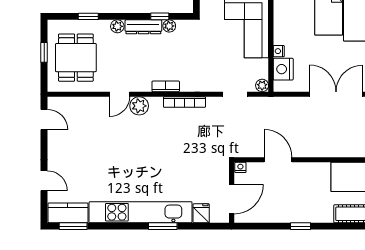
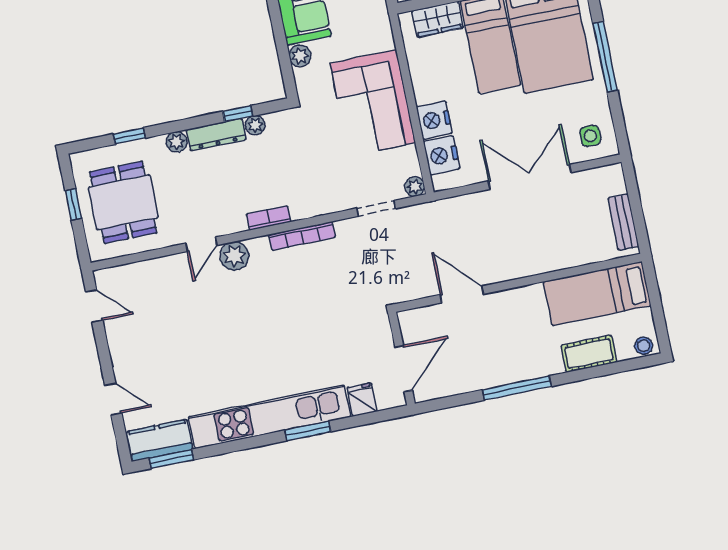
nightstand: (279, 51) -> (434, 120), width x1.89, depth x1.79
nightstand: (240, 167) -> (407, 318), removed
window: (301, 226) -> (517, 388), width x2.17

